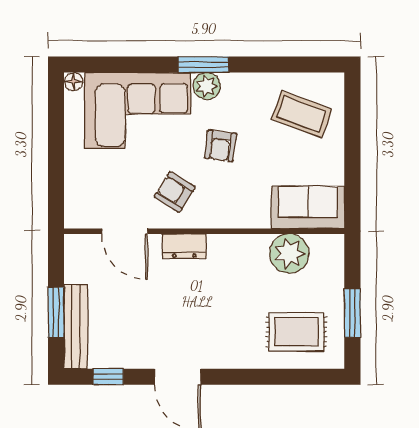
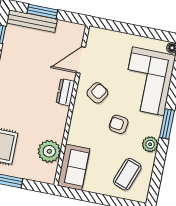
plant: (207, 86) -> (150, 144), moved

